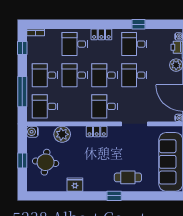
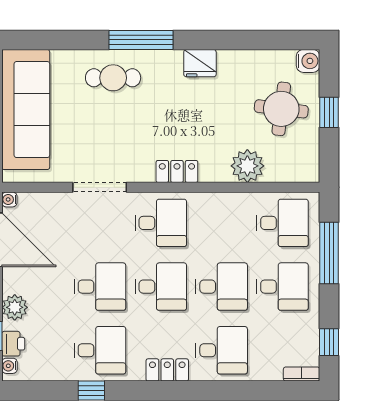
water cooler: (32, 132) -> (308, 61), moved
fridge: (75, 185) -> (200, 63), moved
window: (114, 196) -> (141, 40), width x2.17

